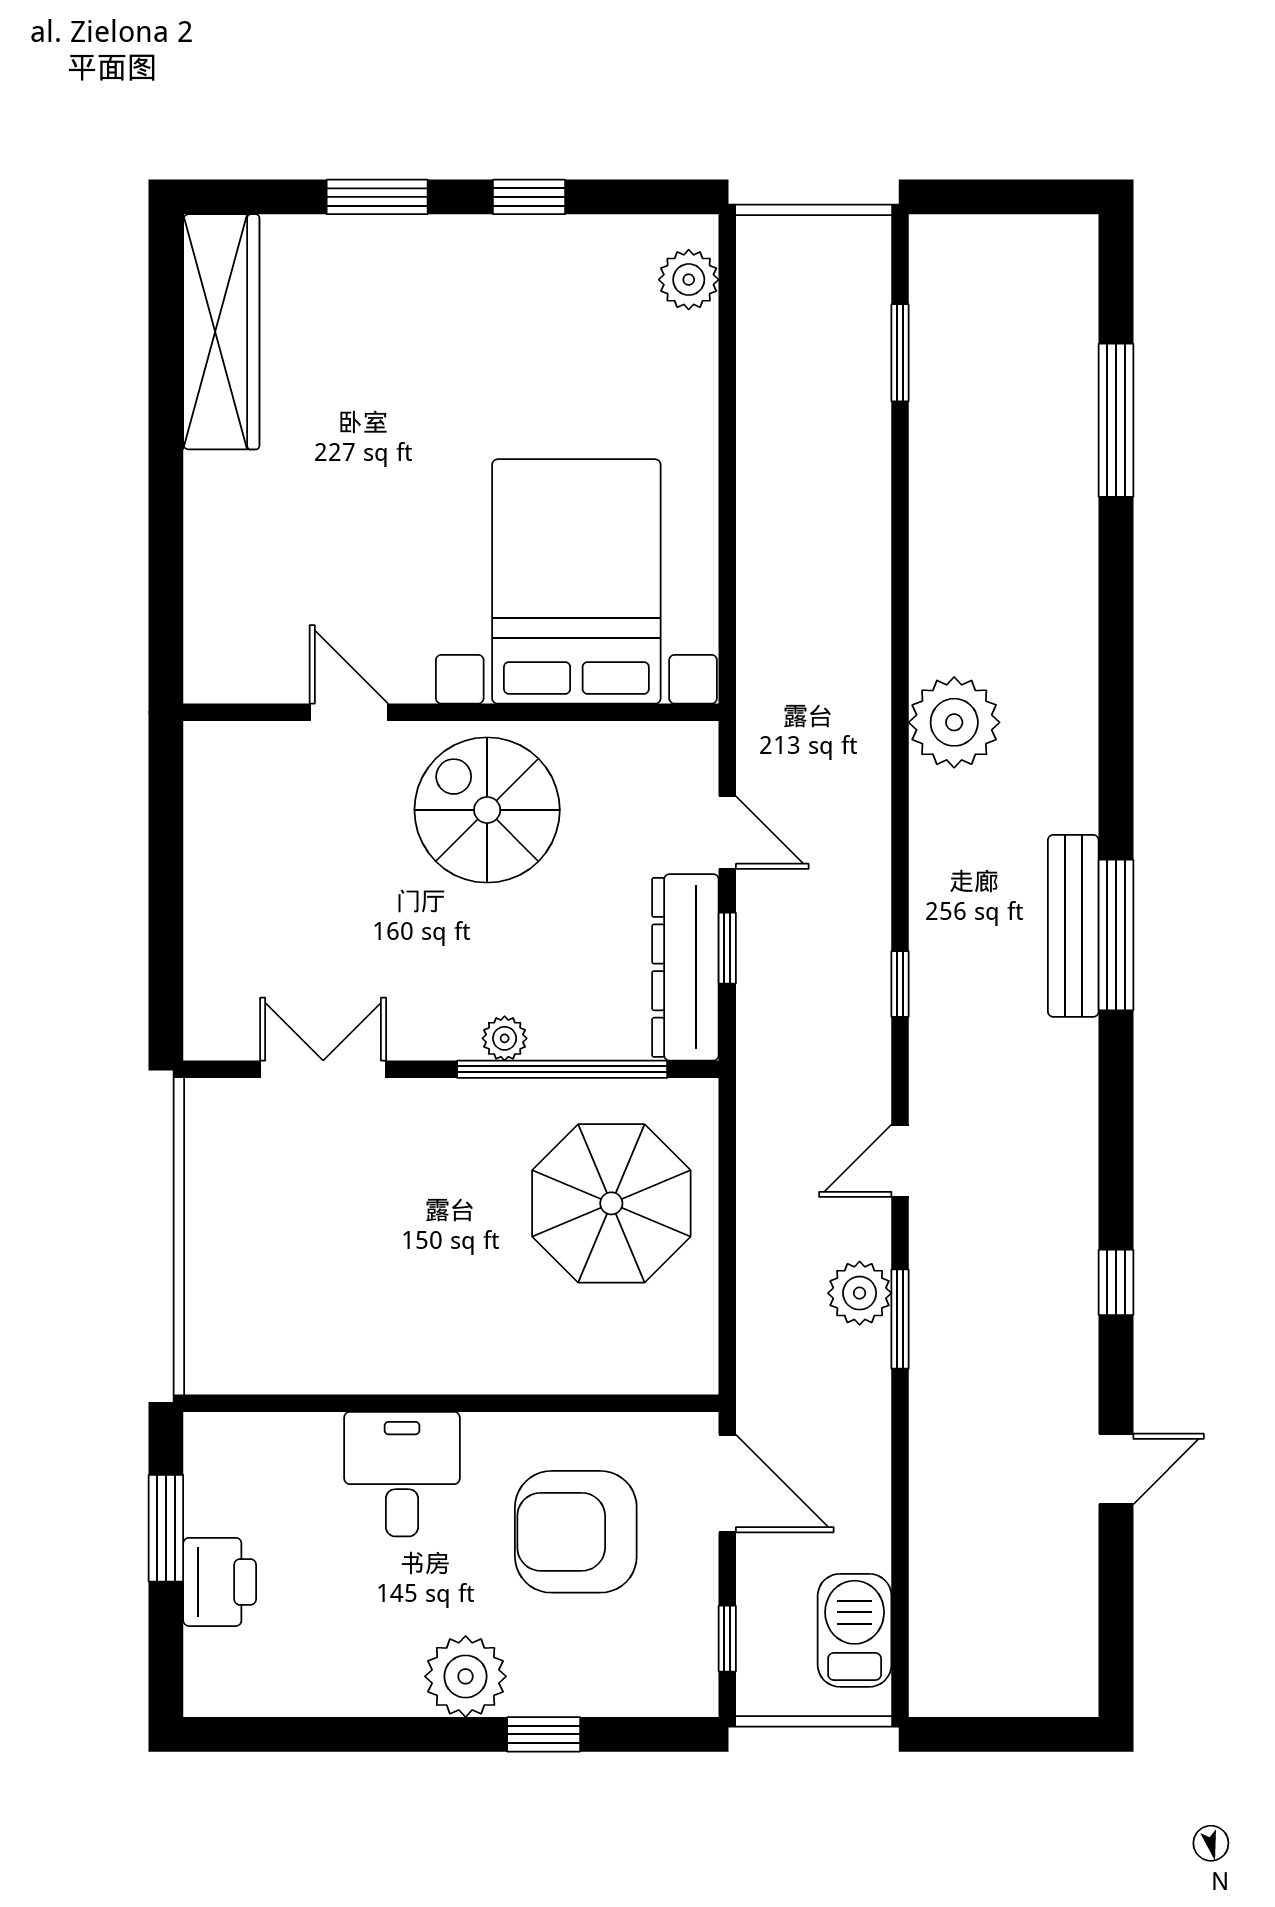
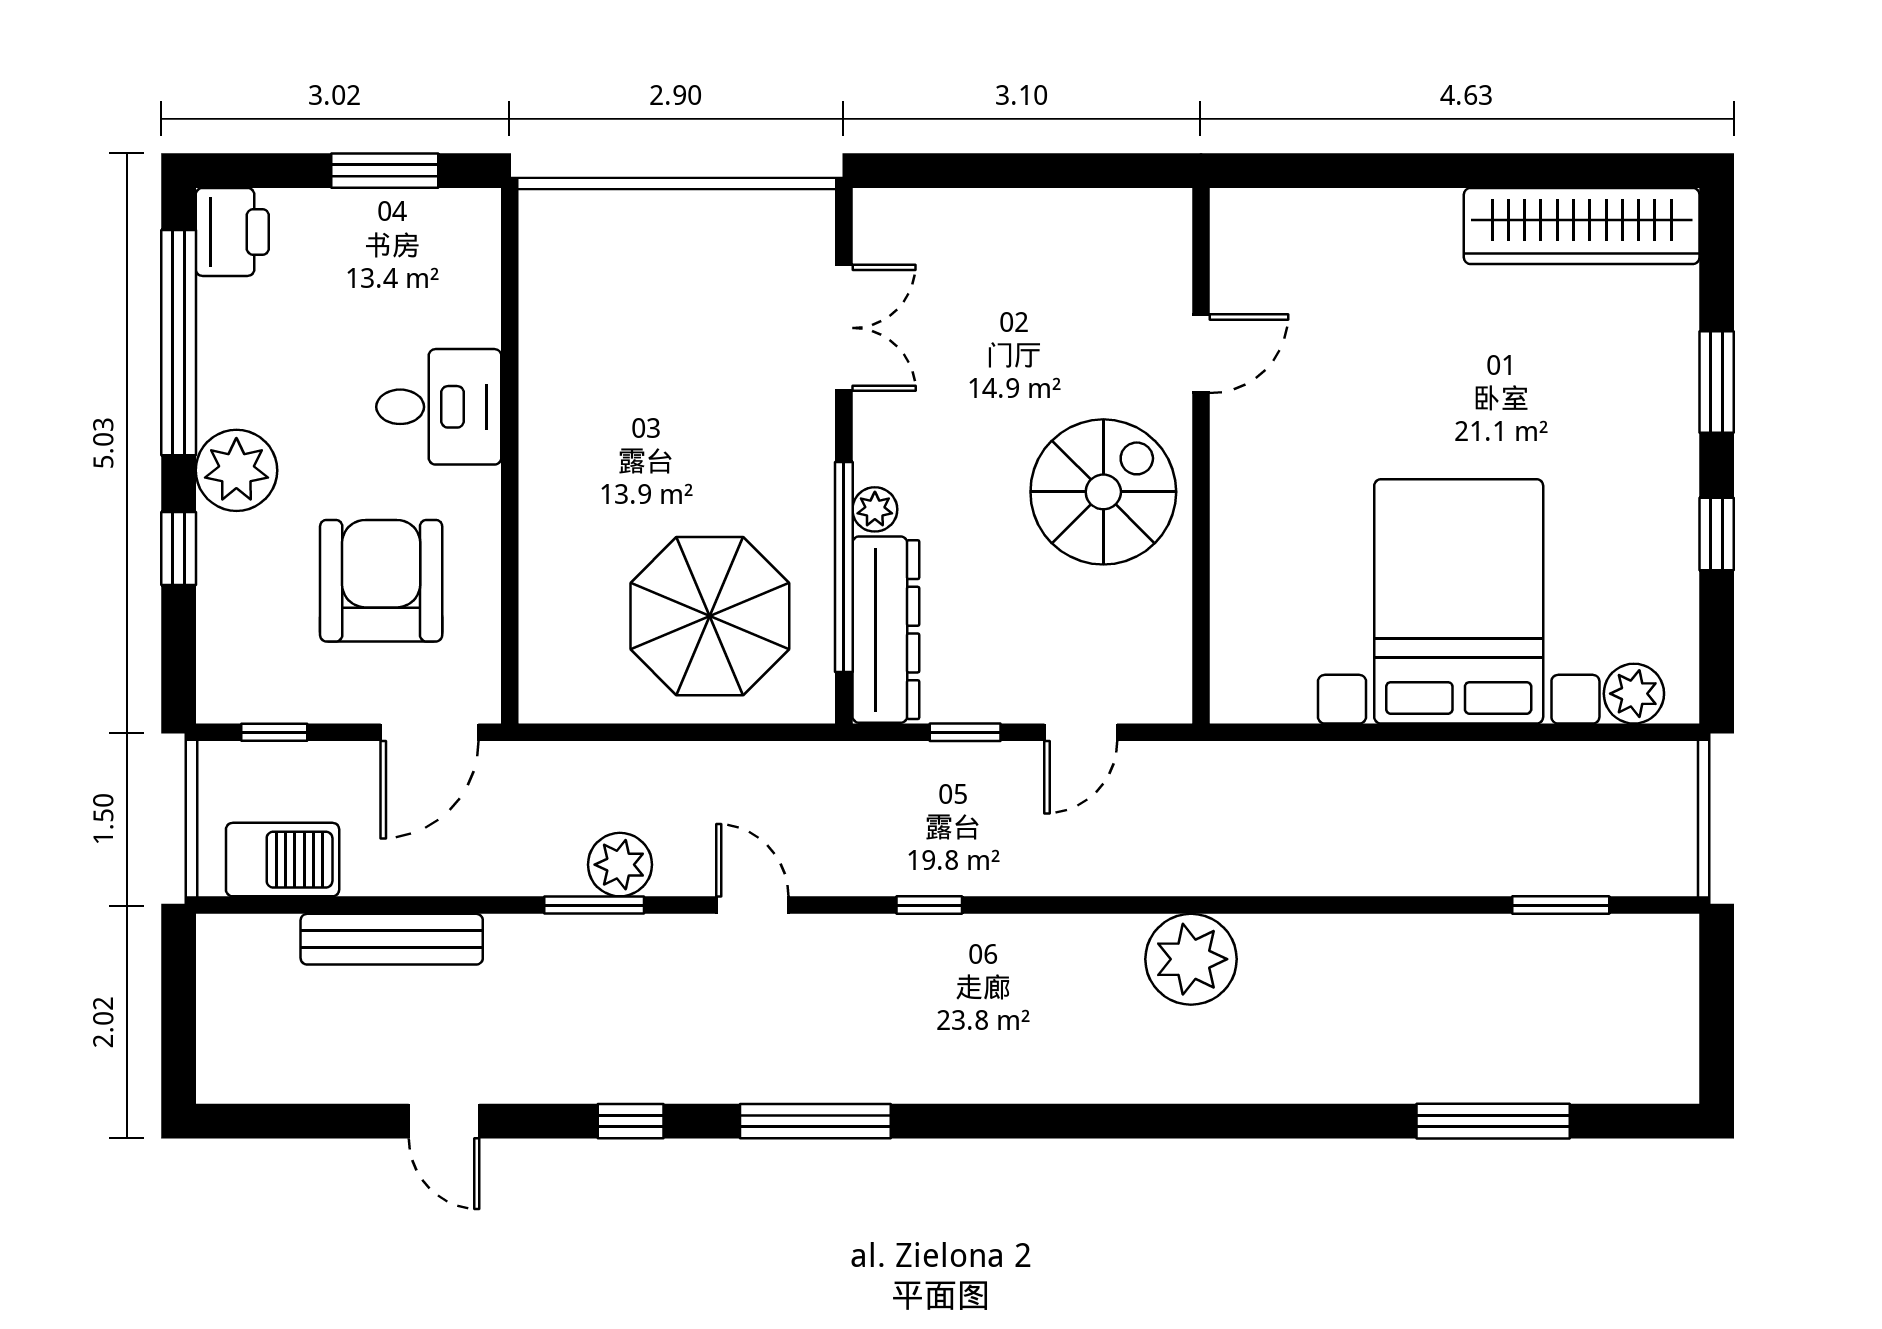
bed with nightstands: (576, 581) -> (1459, 601), moved, turned -90
bench: (1073, 926) -> (392, 939), moved
window: (1116, 935) -> (815, 1121), moved
dresser: (685, 967) -> (886, 630), moved, turned 90
printer: (220, 1582) -> (232, 232), moved, turned -90
window: (338, 1734) -> (179, 343), added

